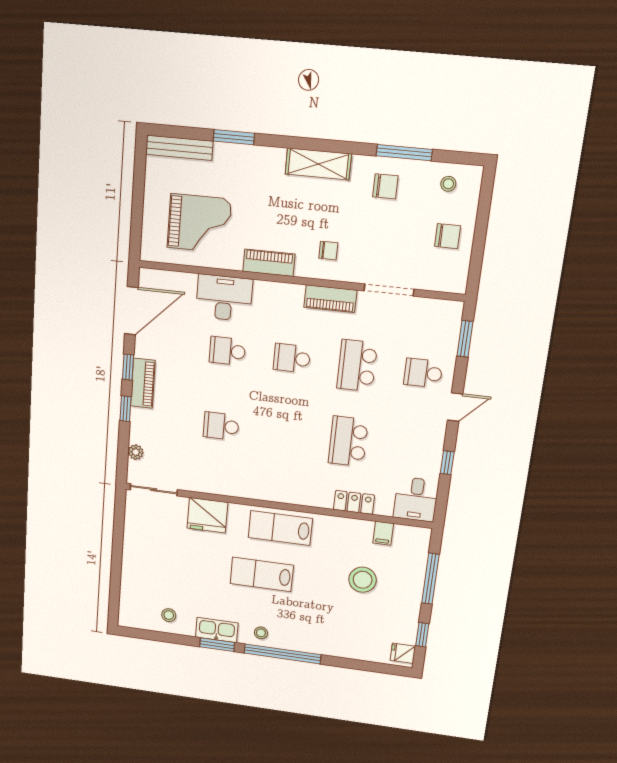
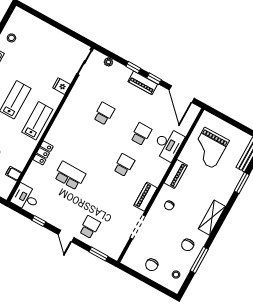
school desk: (357, 366) -> (107, 196), removed
locker: (354, 502) -> (43, 153), moved
fridge: (207, 515) -> (61, 86), width x0.53, depth x0.75

